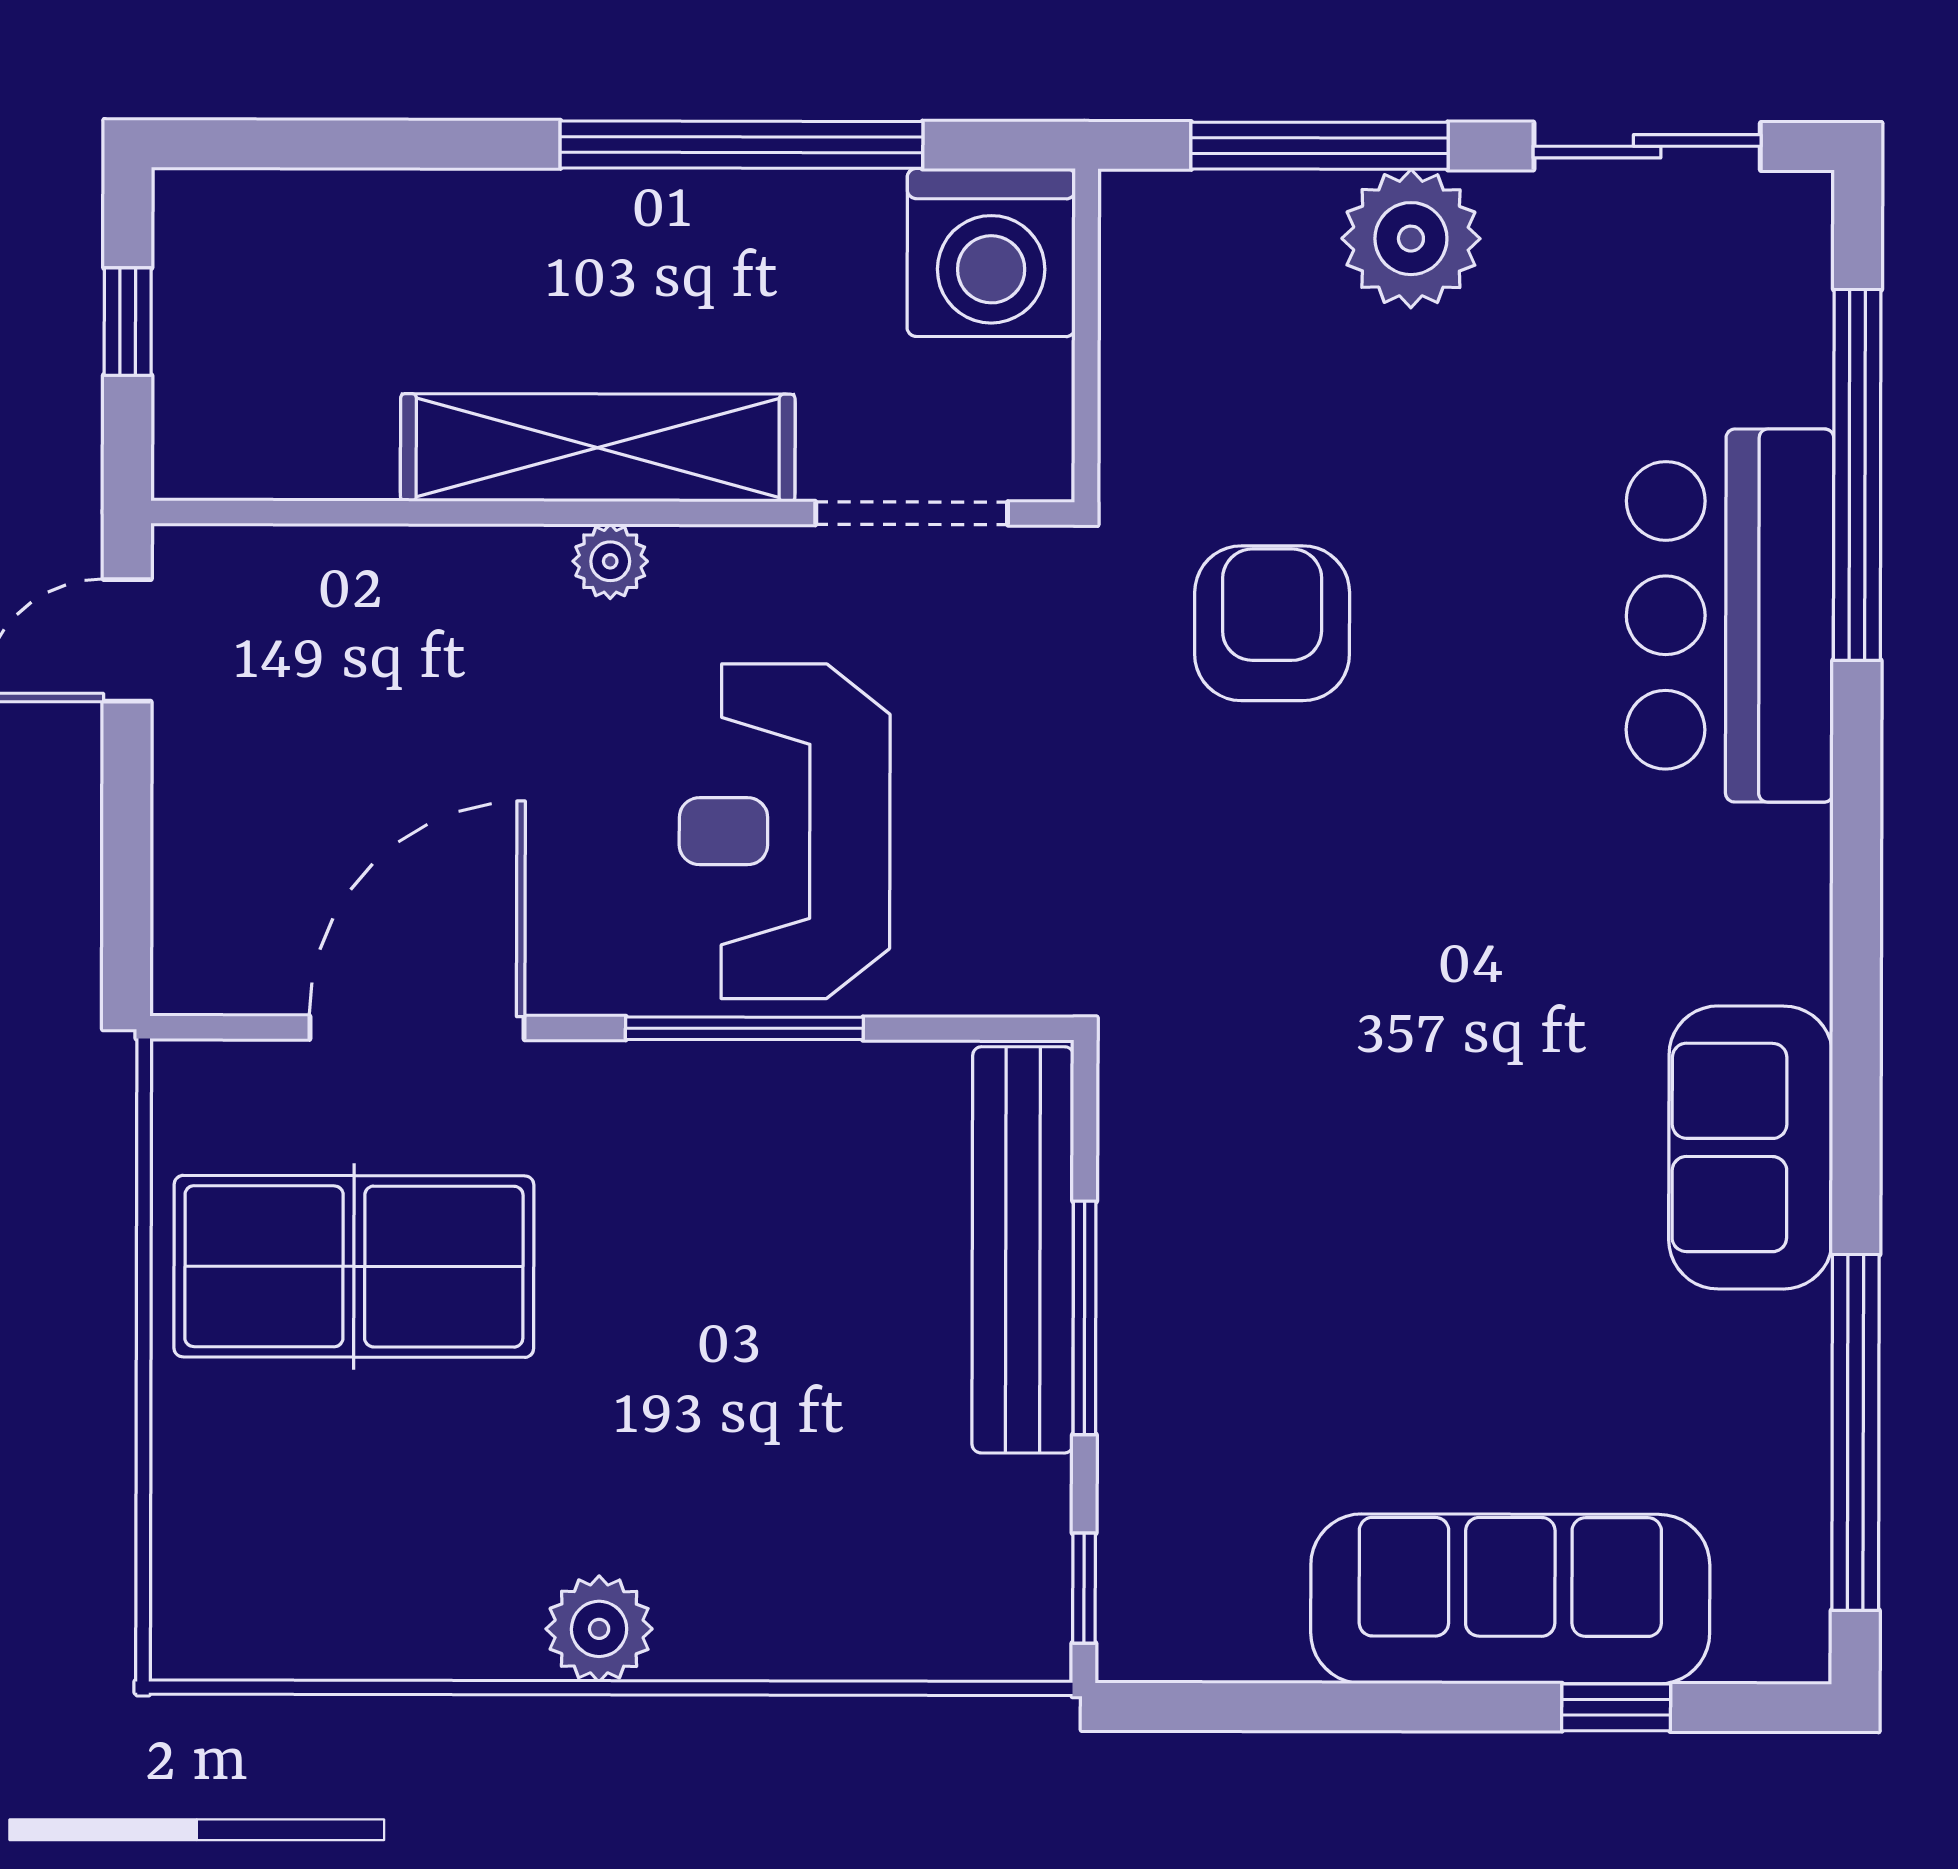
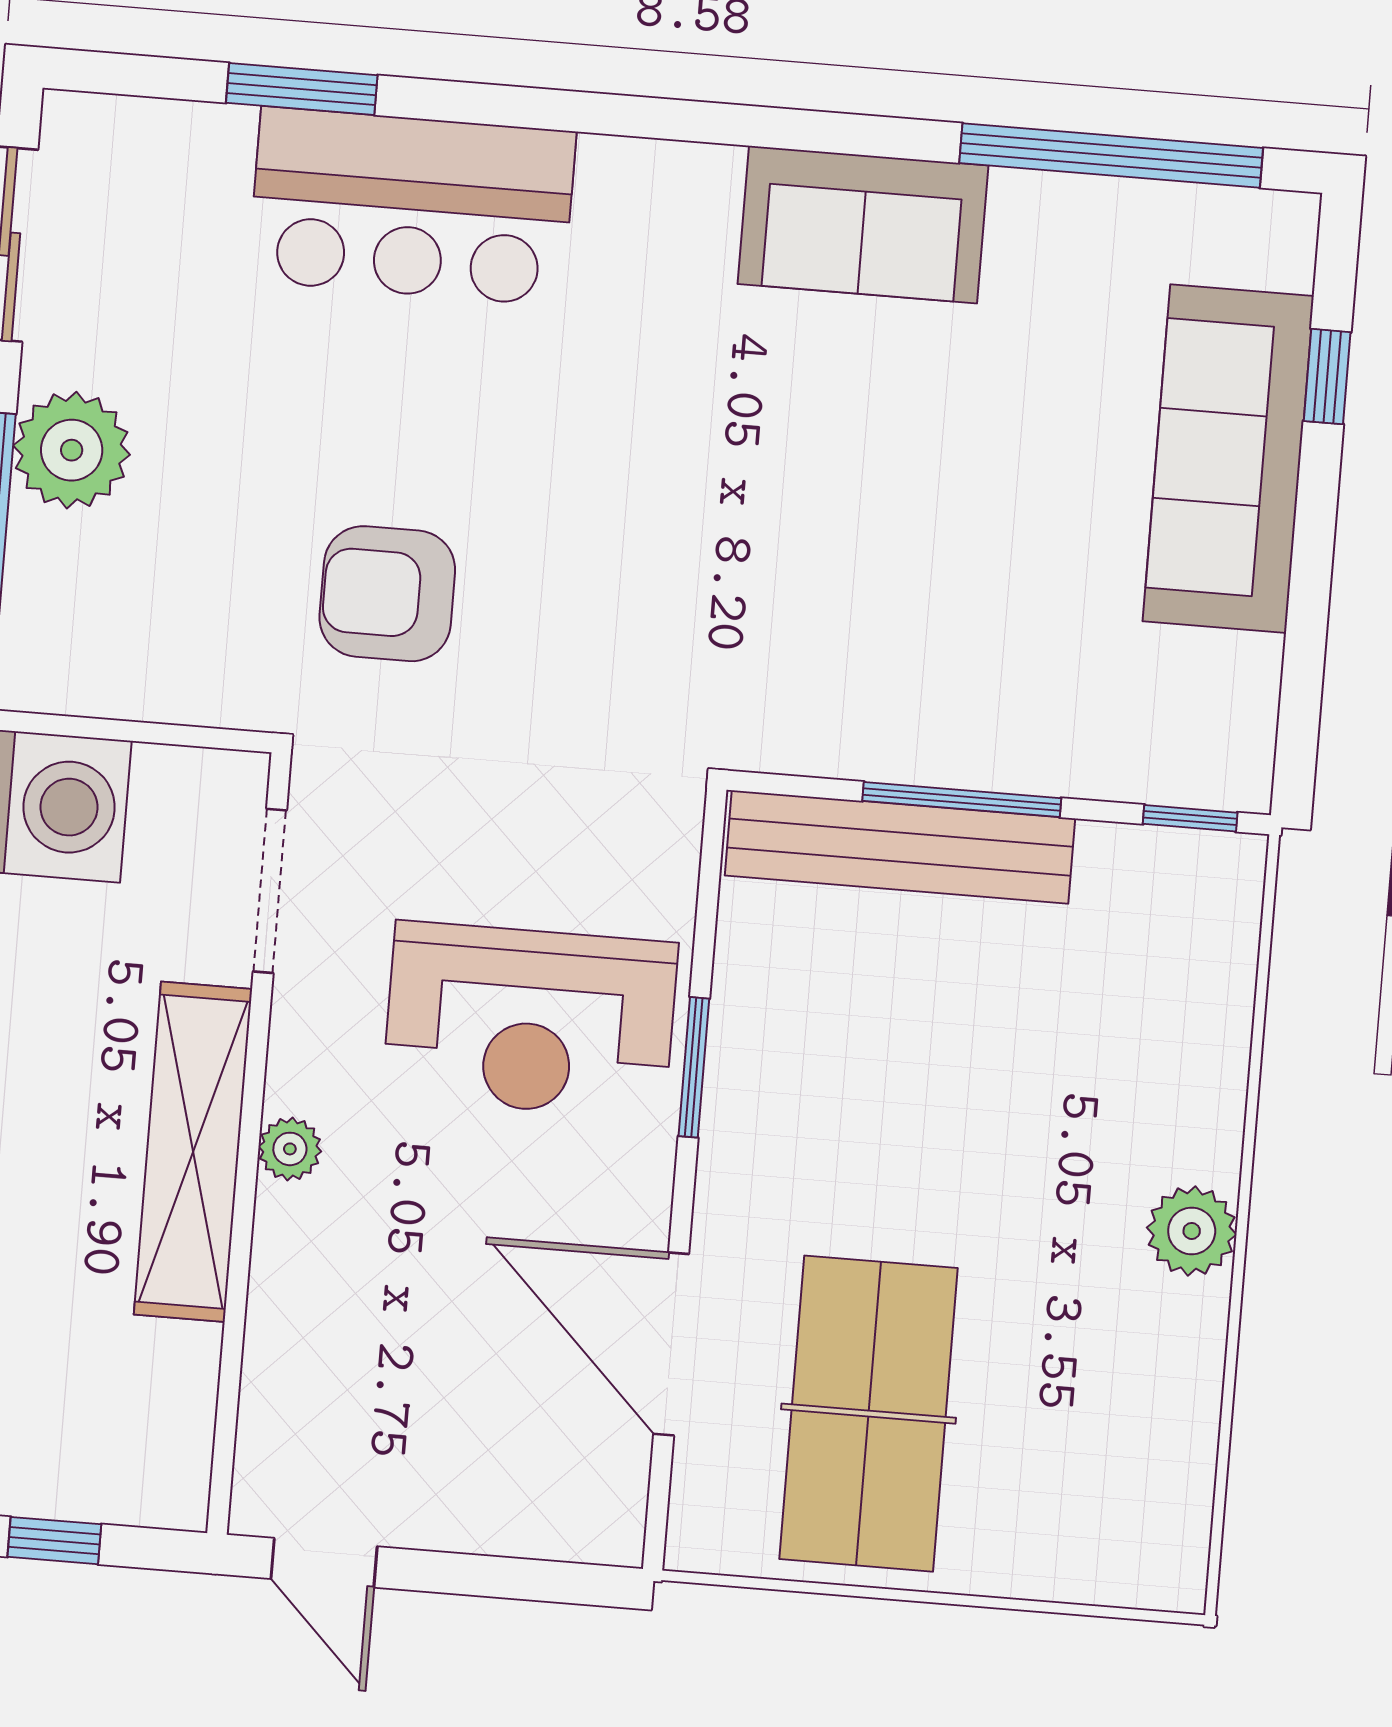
window: (1857, 475) -> (302, 89), width x0.47
window: (744, 1028) -> (694, 1067), width x0.69

